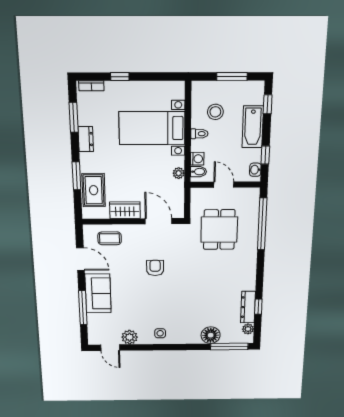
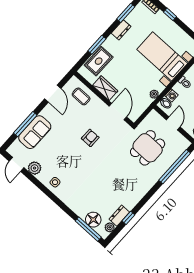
sofa: (98, 293) -> (35, 132), moved
dresser: (248, 307) -> (119, 216), width x0.70
floor lamp: (211, 335) -> (93, 220), moved

